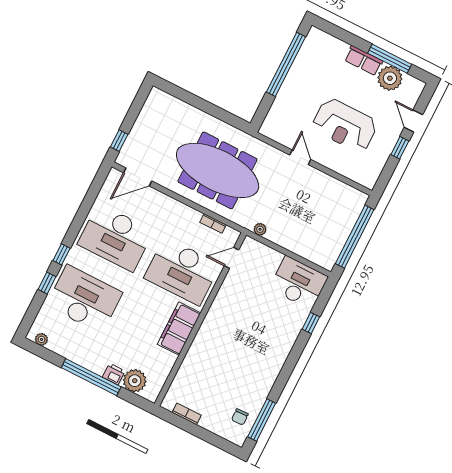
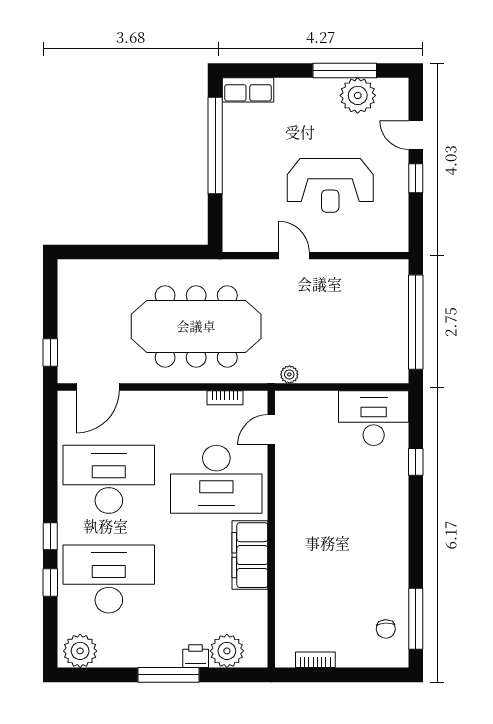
row of seats: (364, 61) -> (248, 90), moved
desk: (116, 237) -> (109, 479), turned 180
plant: (41, 339) -> (80, 651), width x1.87, depth x1.87
window: (91, 377) -> (169, 675), width x0.68

